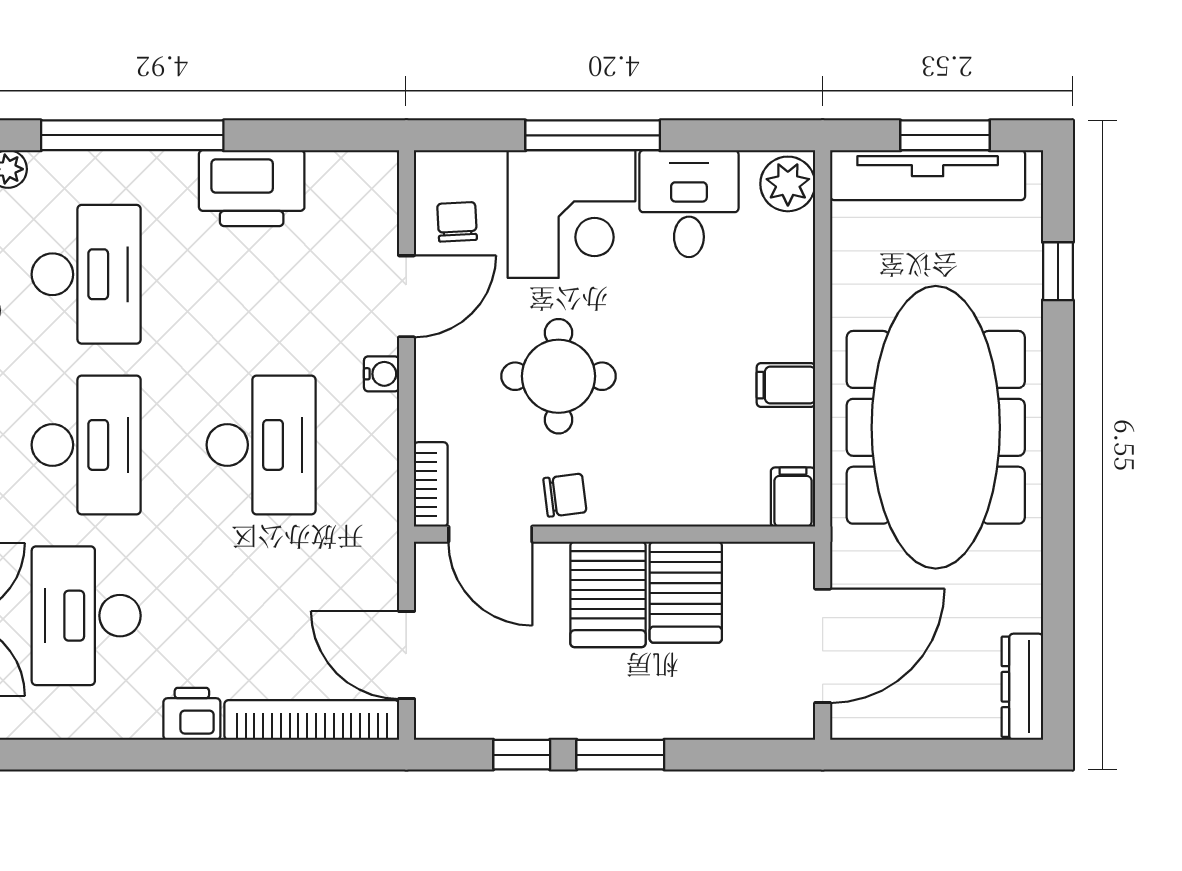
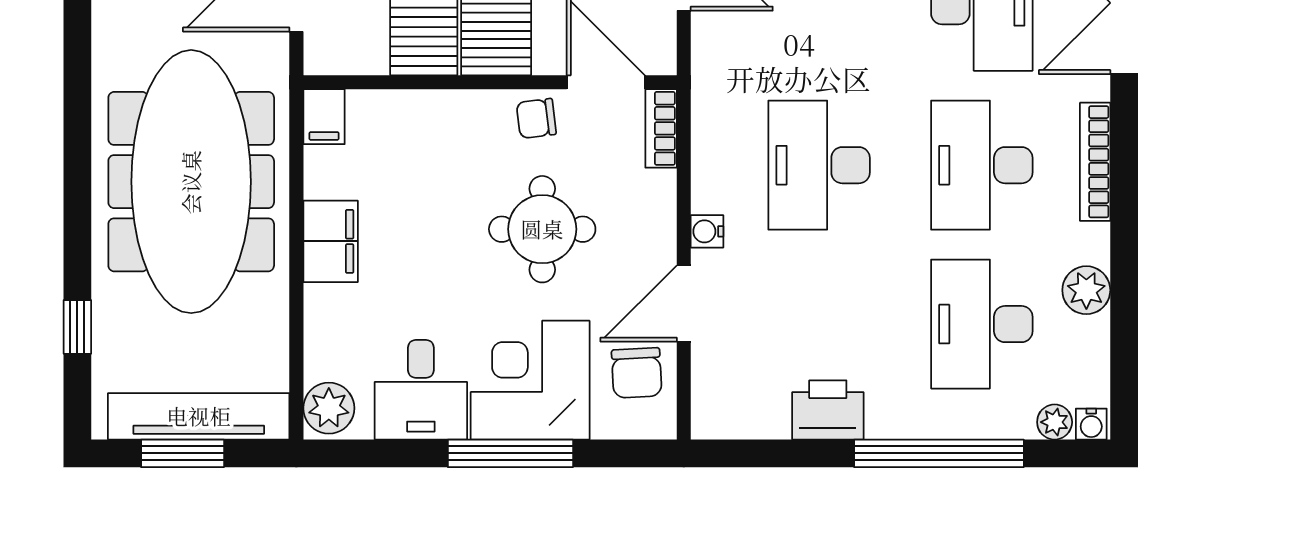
printer: (252, 188) -> (828, 410), width x0.73, depth x0.84
chair: (457, 222) -> (637, 373), width x1.37, depth x1.37
filing cabinet: (786, 385) -> (331, 241), width x2.00

